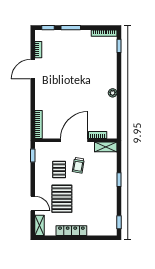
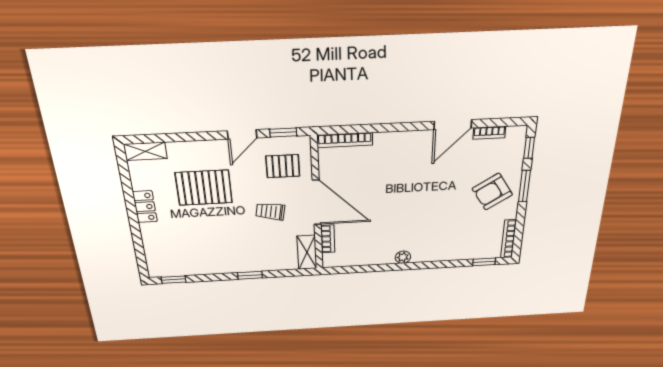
armchair: (73, 45) -> (492, 192), added
door: (33, 69) -> (453, 125), swing flipped
pallet: (59, 170) -> (283, 166), moved
door: (33, 204) -> (242, 134), moved
locker: (71, 231) -> (145, 207), width x0.66

